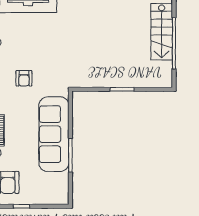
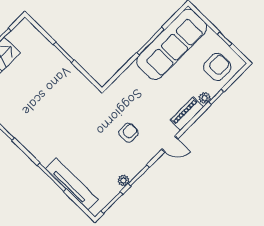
sofa: (54, 134) -> (172, 44), moved

